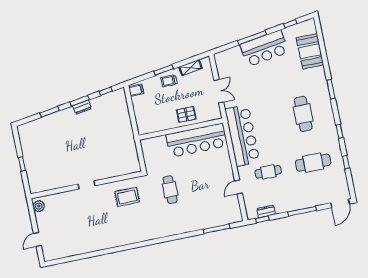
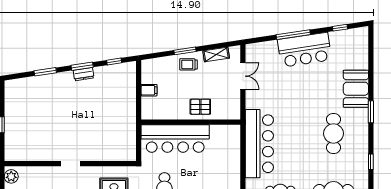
booth: (310, 51) -> (356, 89), moved
filing cabinet: (136, 90) -> (149, 90), moved
double door: (219, 91) -> (243, 76), moved
bar counter: (197, 140) -> (175, 139), moved

